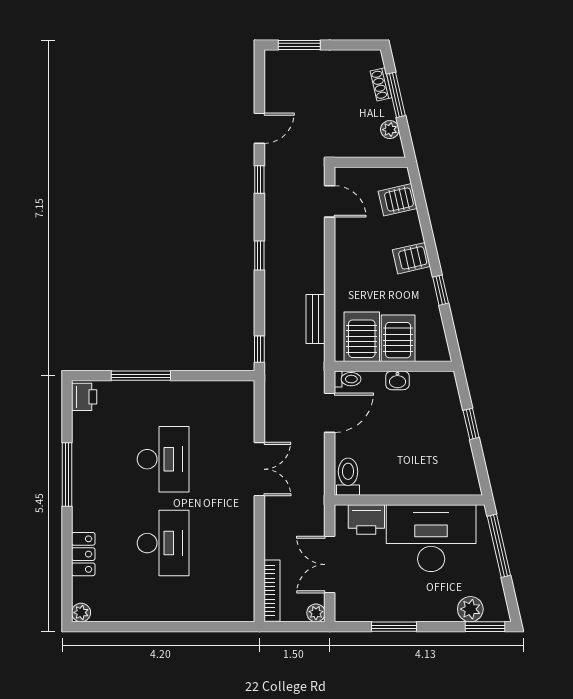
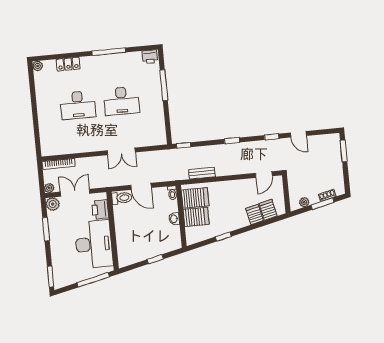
server rack: (411, 258) -> (255, 214), moved
door: (330, 413) -> (141, 186), moved
plant: (470, 609) -> (53, 204), moved

